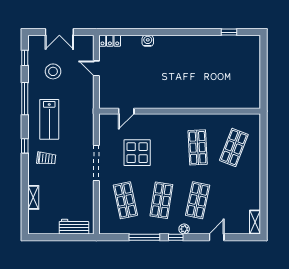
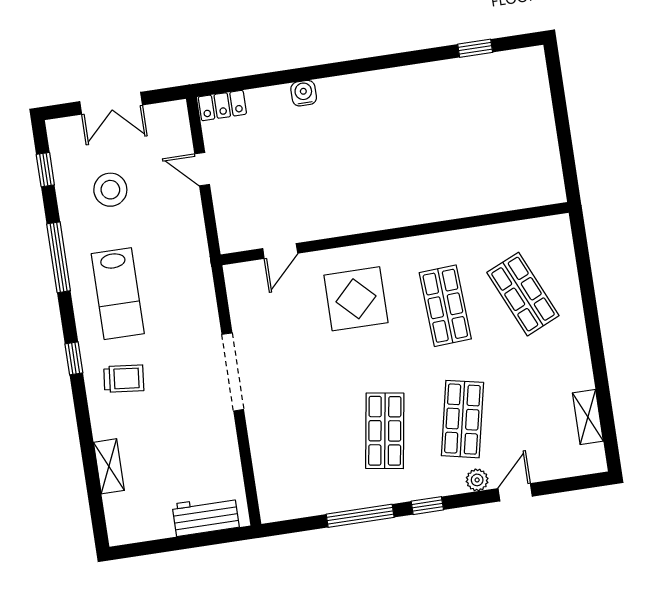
shop shelf: (234, 147) -> (523, 294), turned -45
display table: (137, 153) -> (356, 299), moved
shop shelf: (125, 200) -> (307, 443), removed
shelving: (255, 222) -> (588, 417), moved
plant: (184, 229) -> (477, 480), moved

